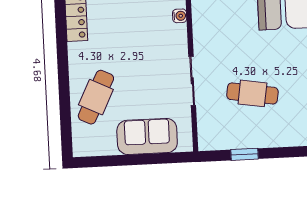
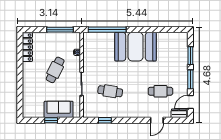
cafe table: (96, 97) -> (55, 70), moved
window: (133, 160) -> (51, 120), added

